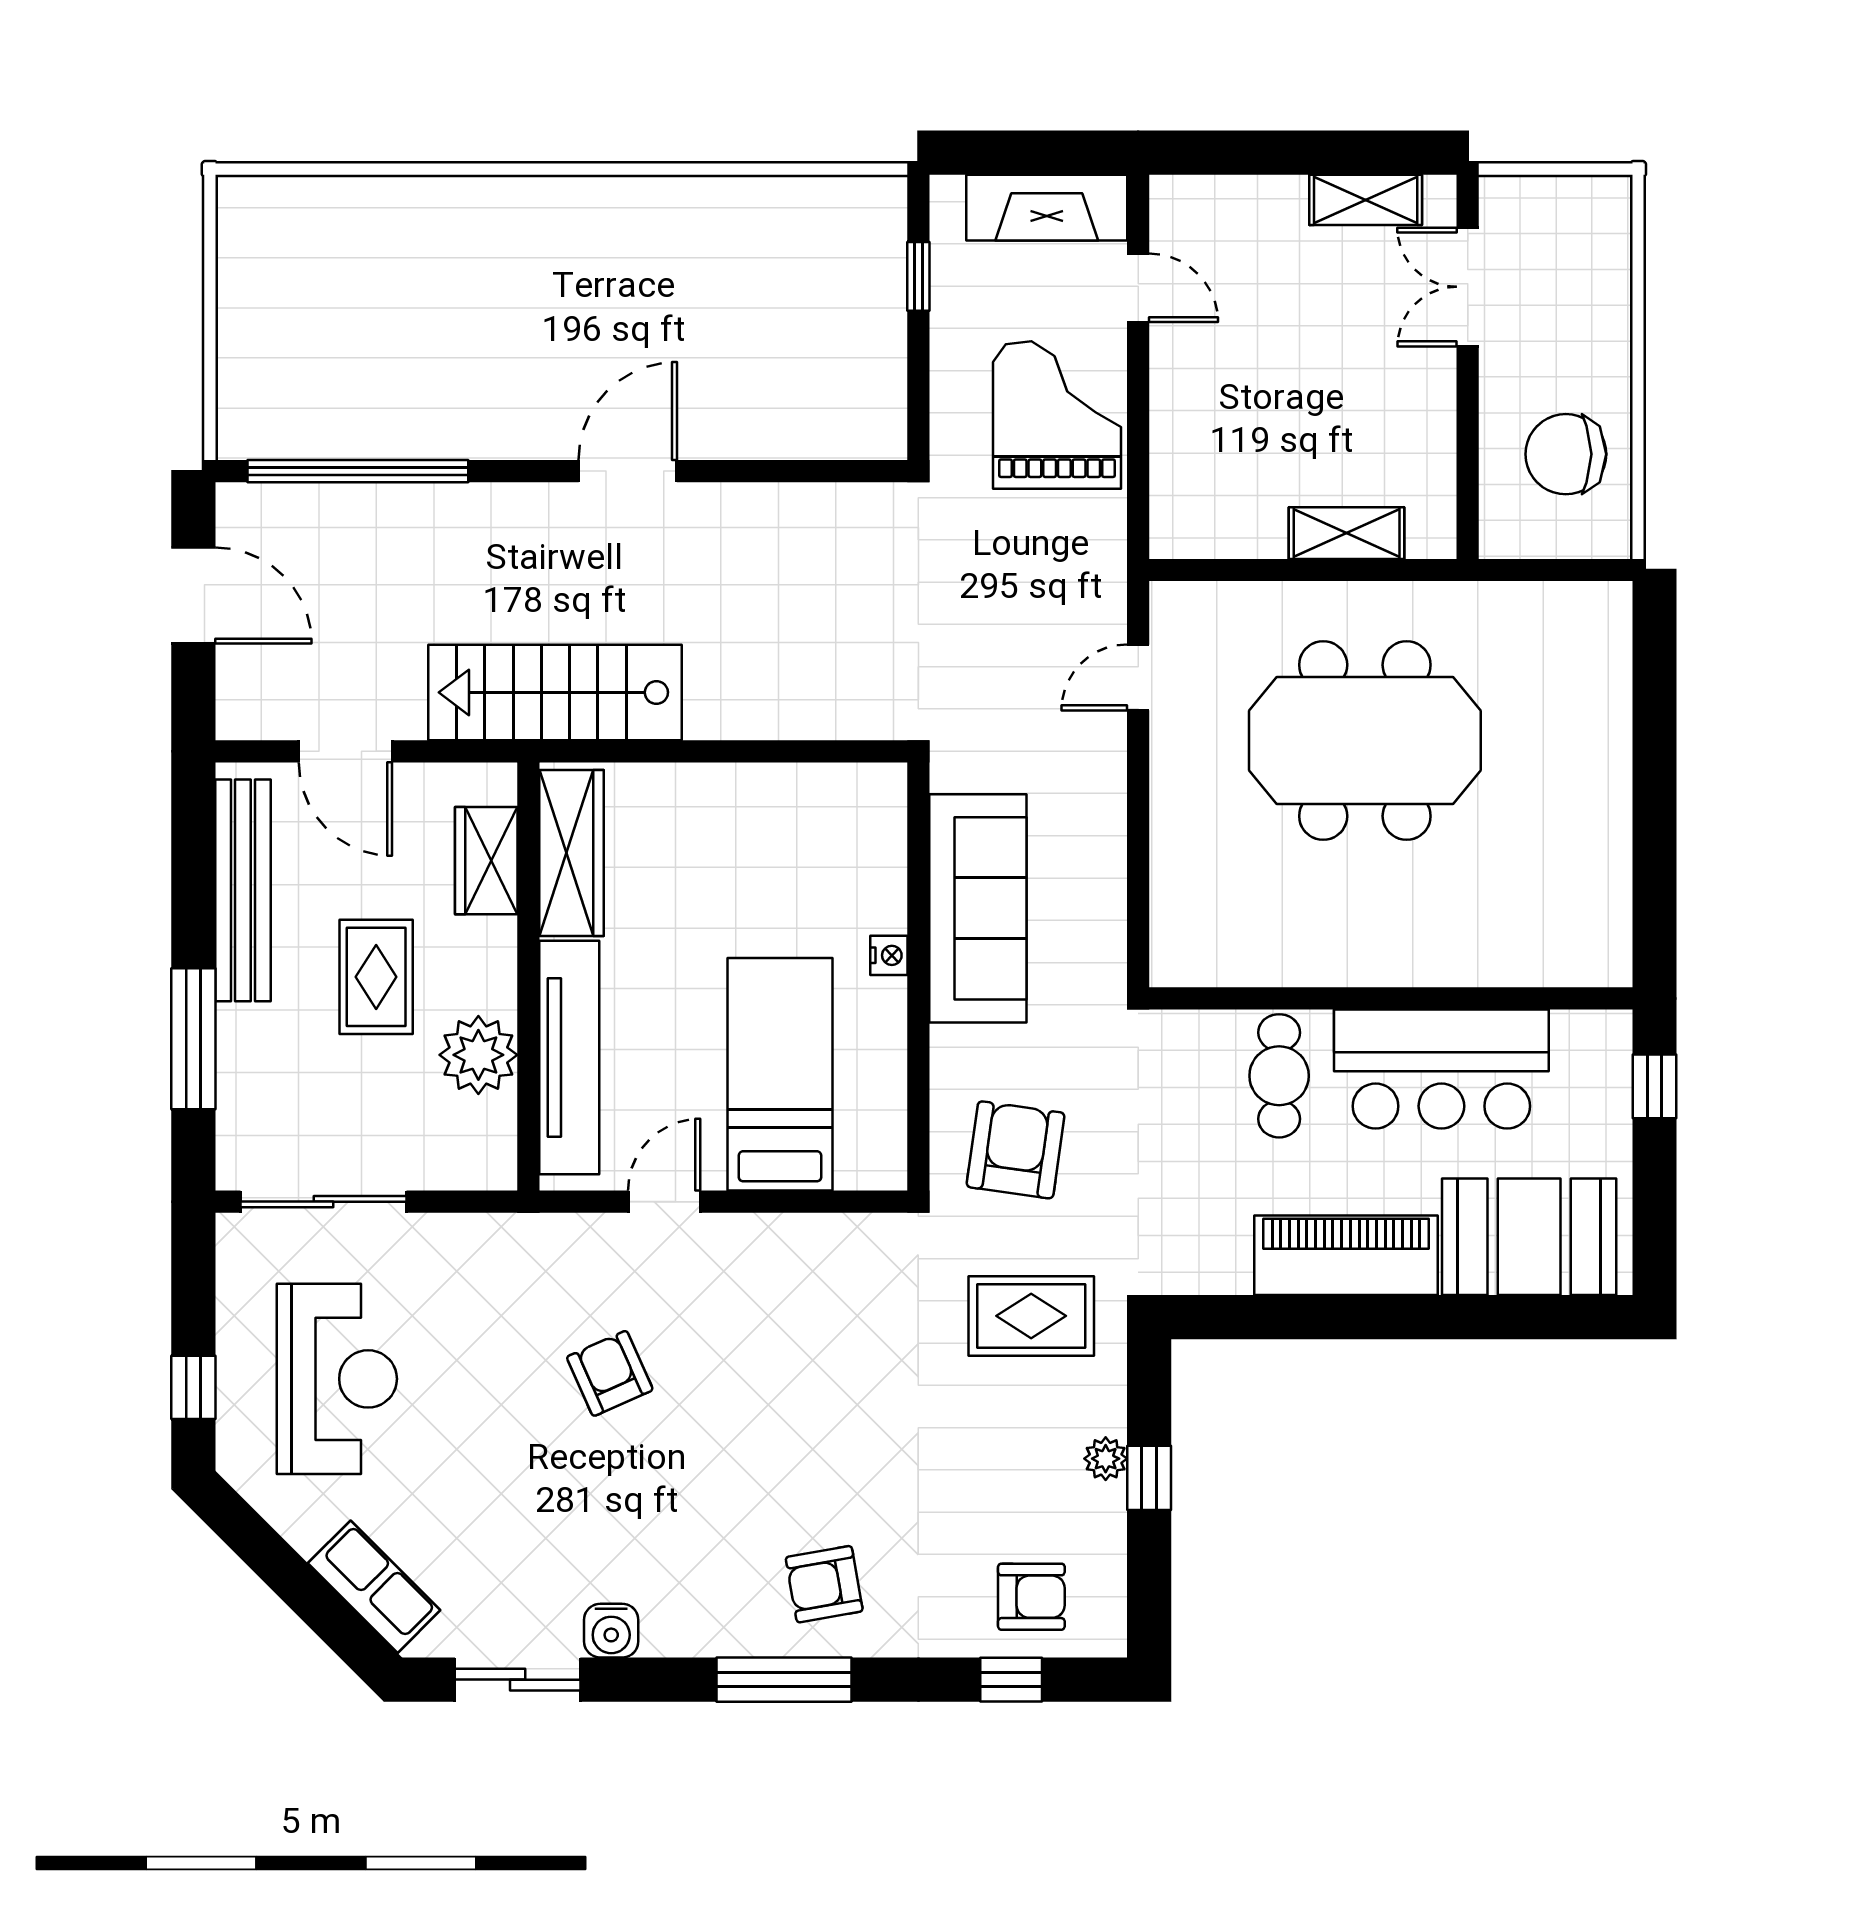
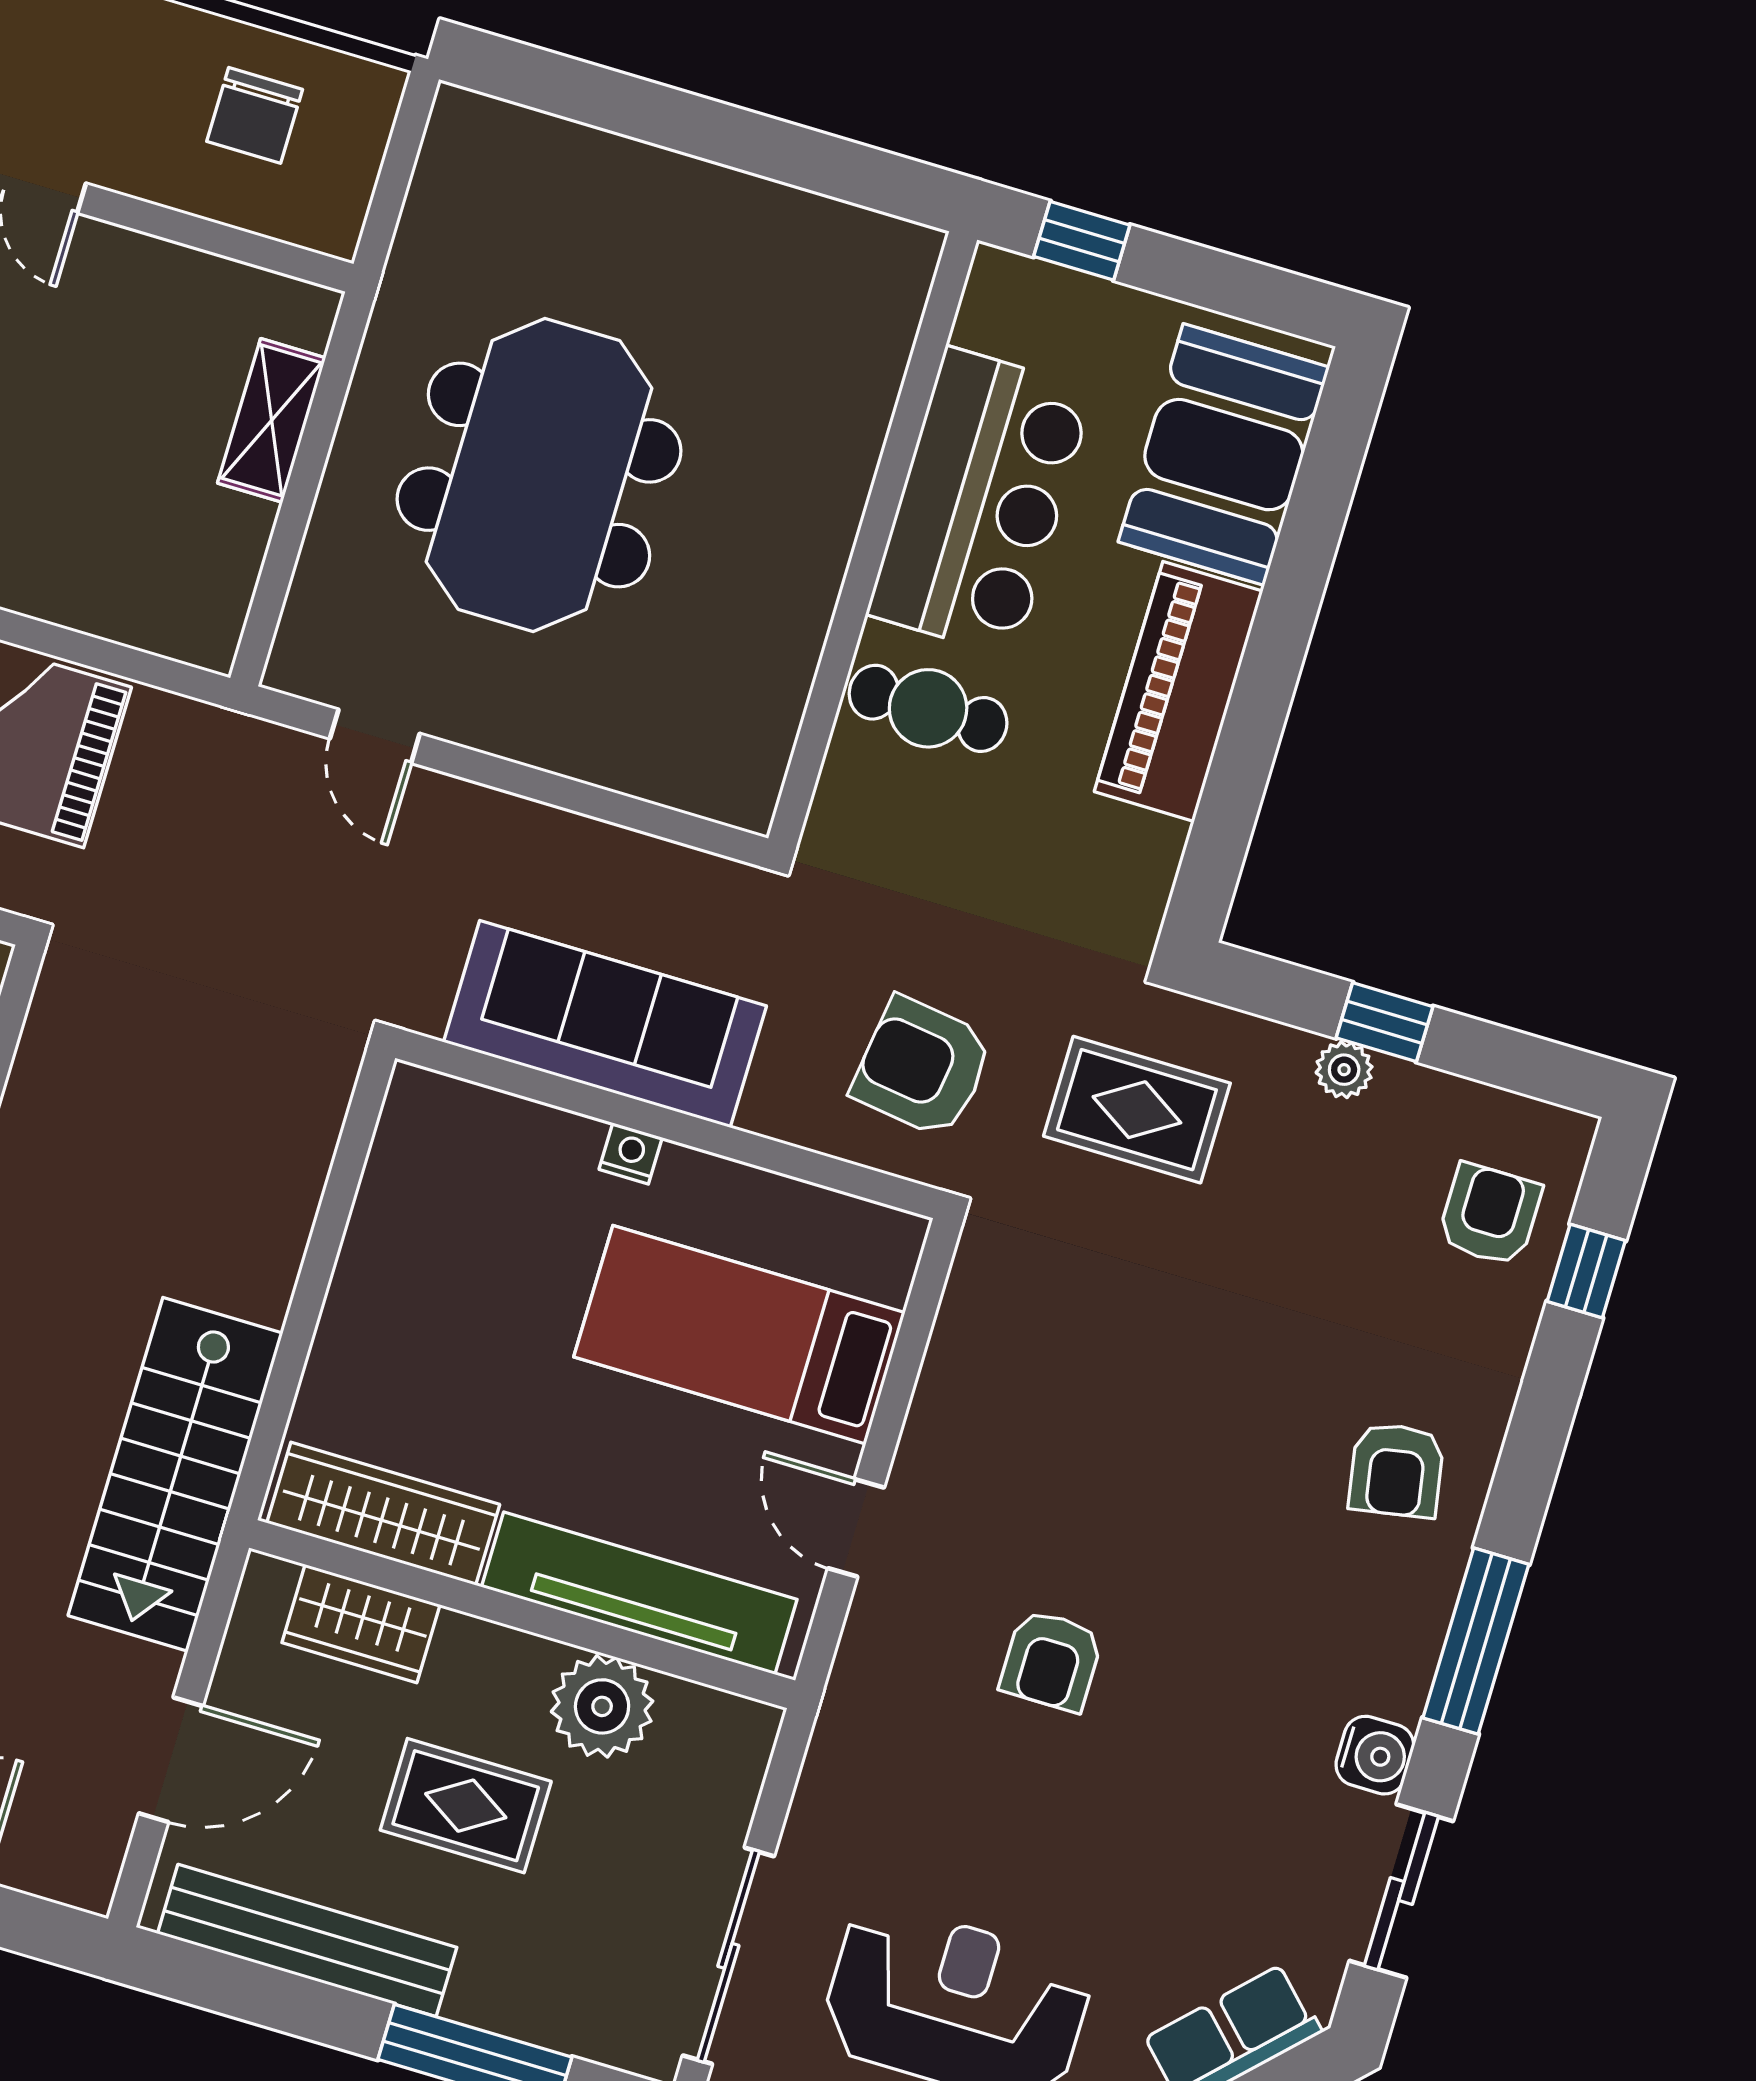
chair: (1566, 454) -> (255, 115), width x0.73, depth x0.73
rug: (1031, 1316) -> (1137, 1110), turned 90
armchair: (610, 1373) -> (1051, 1661), turned -66
window: (784, 1680) -> (1476, 1641), moved

